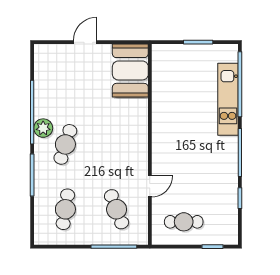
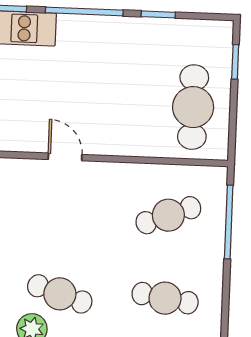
door: (150, 186) -> (65, 157), moved
cafe table: (184, 222) -> (193, 107), width x1.37, depth x1.35

